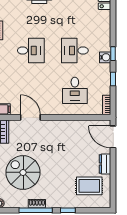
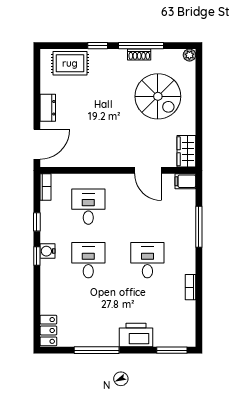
desk: (31, 50) -> (147, 260), turned 90
desk: (75, 50) -> (88, 260), turned -90
door: (113, 137) -> (37, 144), hinge flipped
rug: (89, 186) -> (70, 63), moved

